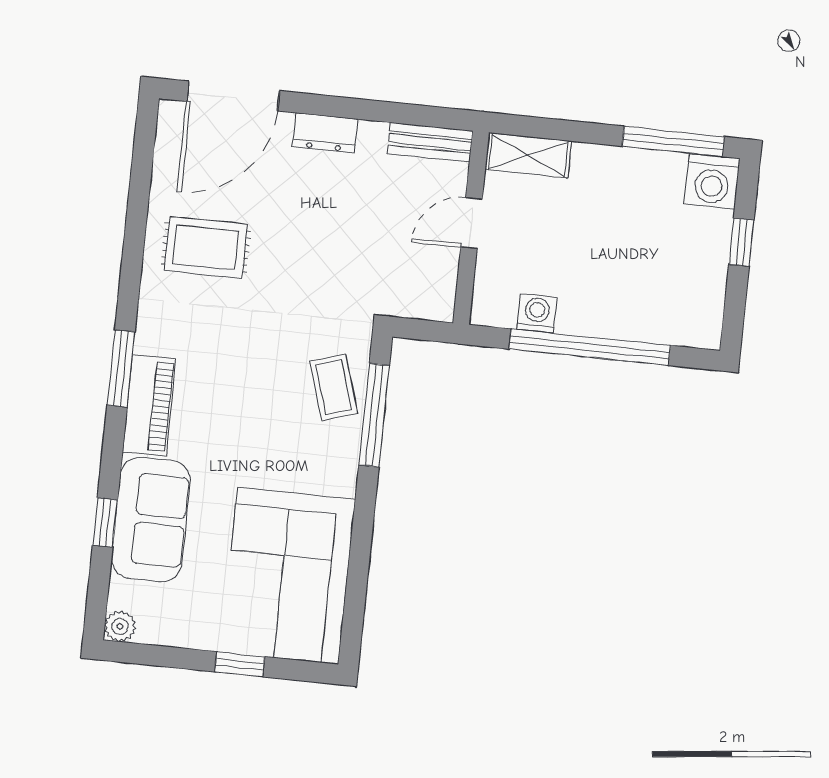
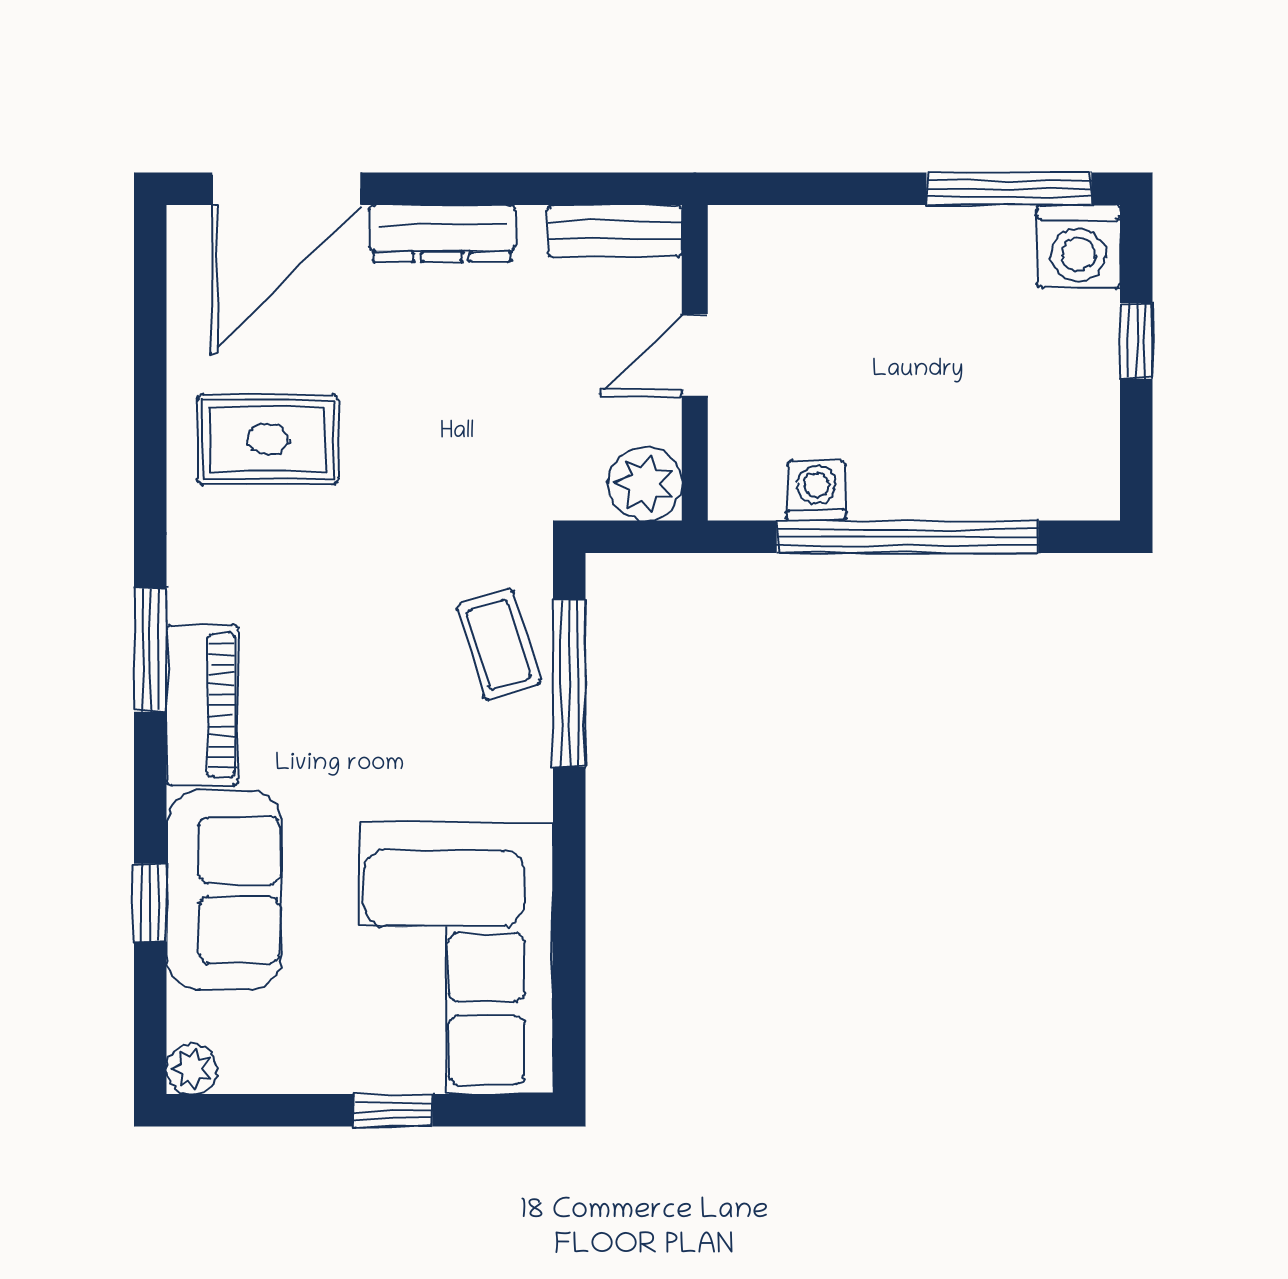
dresser: (325, 133) -> (442, 233), width x1.44
shelving: (528, 155) -> (776, 235), removed
plant: (433, 298) -> (645, 483), added

